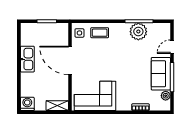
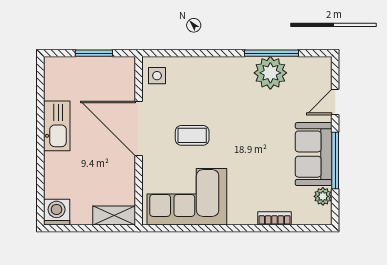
coffee table: (100, 33) -> (192, 135), moved

